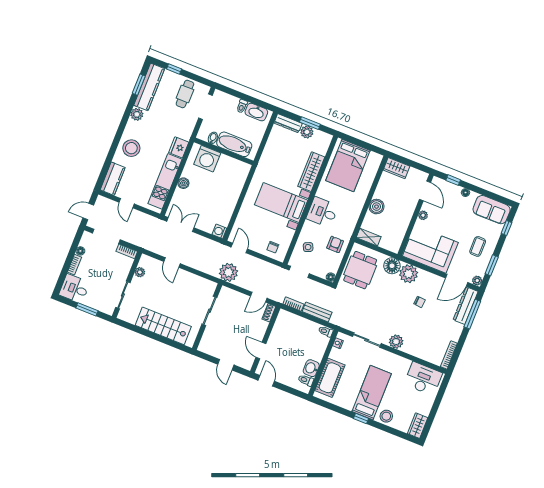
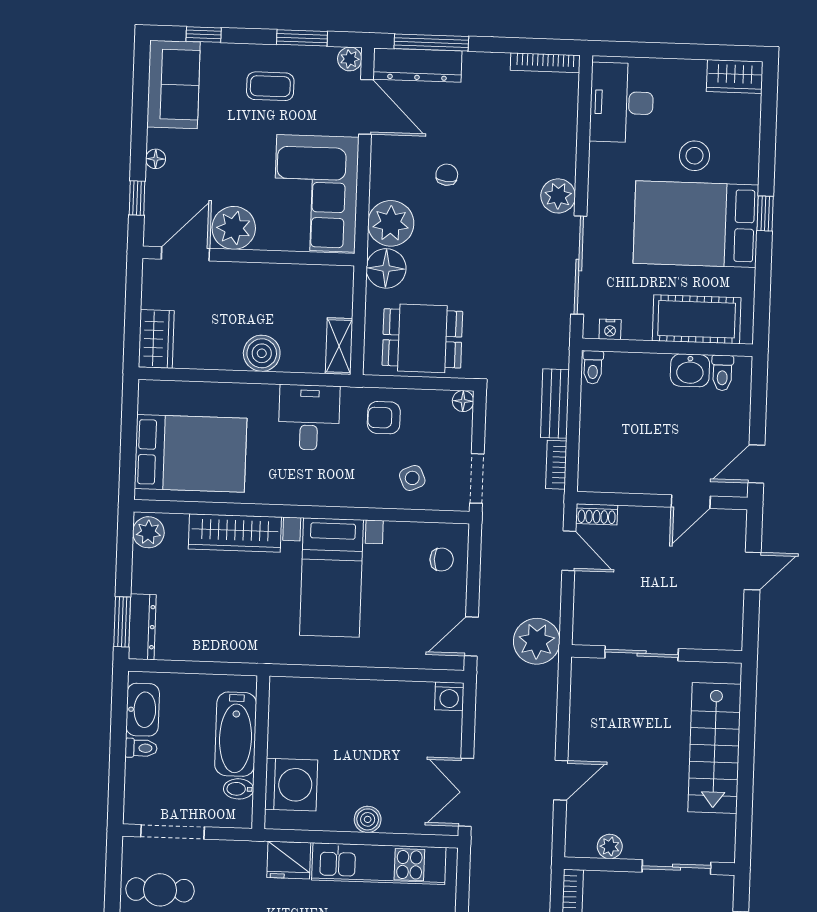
window: (310, 123) -> (122, 622), moved
plant: (307, 132) -> (148, 532), moved
desk: (322, 212) -> (309, 417), moved, turned 180
plant: (423, 215) -> (234, 228), width x1.88, depth x1.88
sliding door: (367, 340) -> (579, 265), width x1.37
bed: (372, 393) -> (696, 224), width x1.50
stool: (386, 416) -> (695, 156), moved

